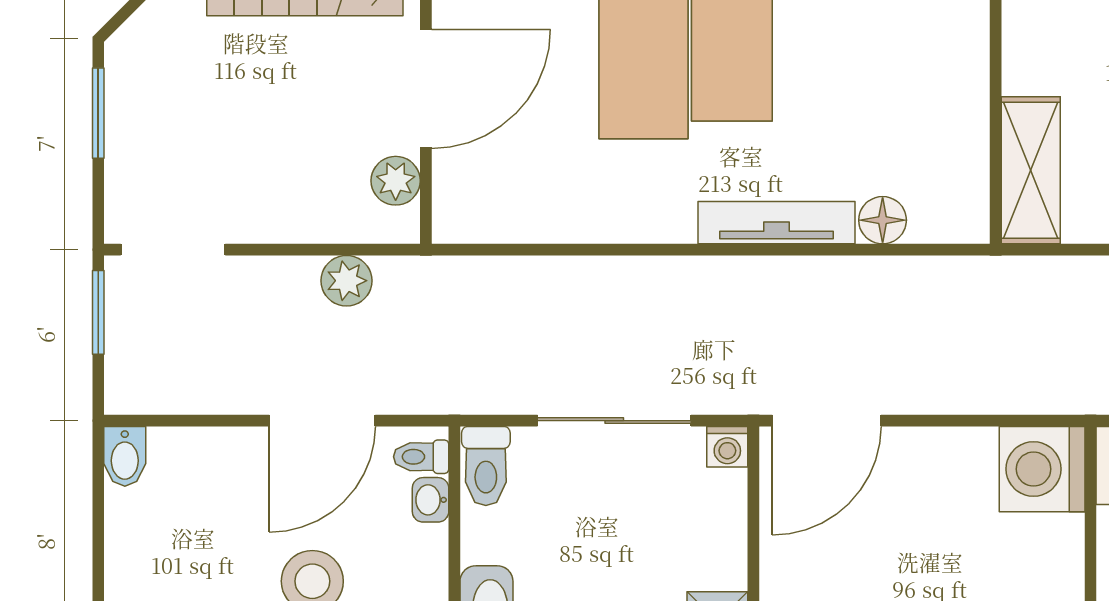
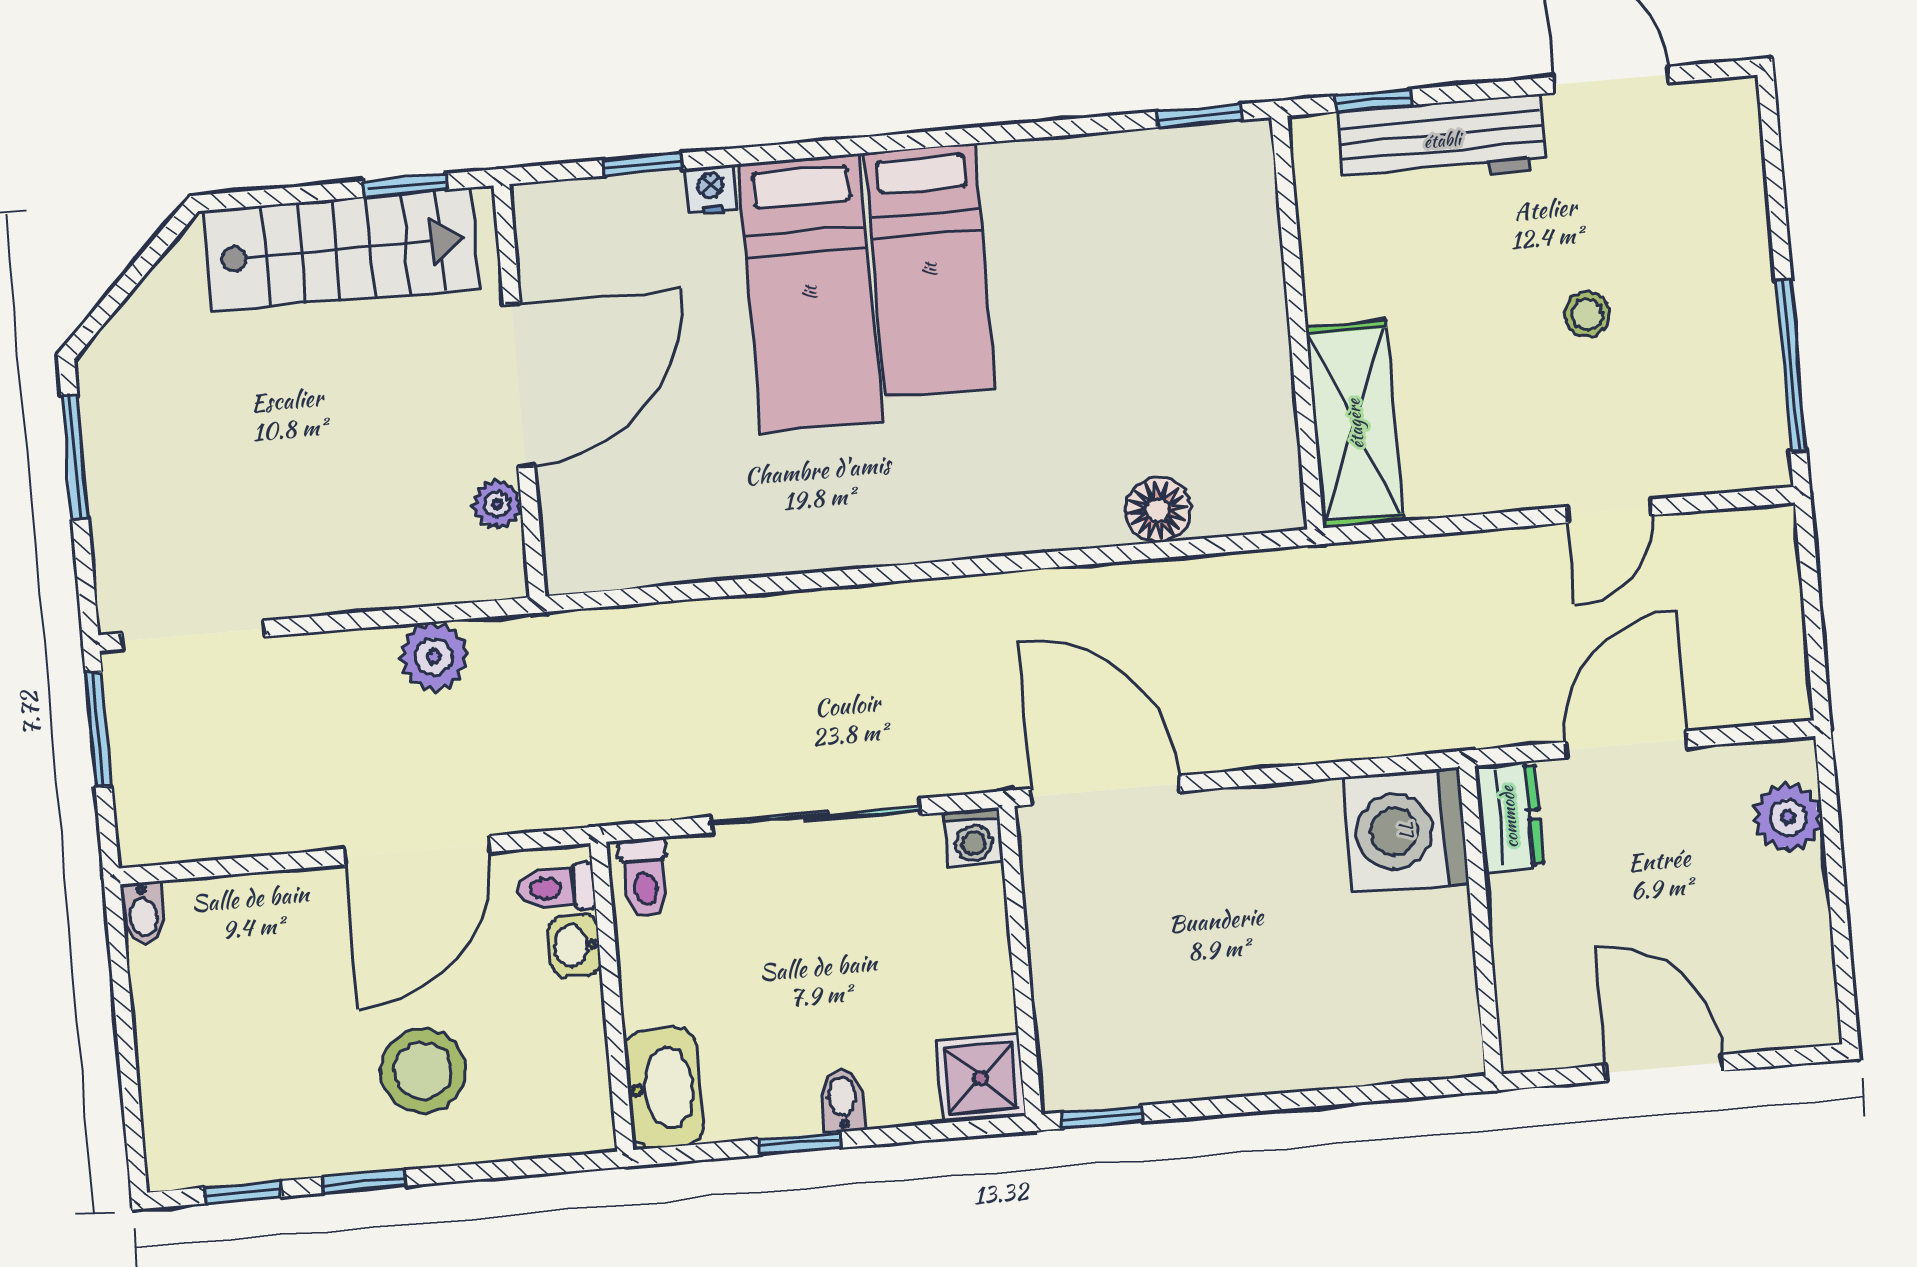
plant: (396, 181) -> (497, 504), width x0.73, depth x0.73
tv unit: (777, 223) -> (1014, 526), removed
door: (827, 421) -> (1106, 790), swing flipped
bidet: (125, 456) -> (143, 913), width x0.72, depth x0.74
toilet: (486, 466) -> (645, 878), width x0.73, depth x0.72

